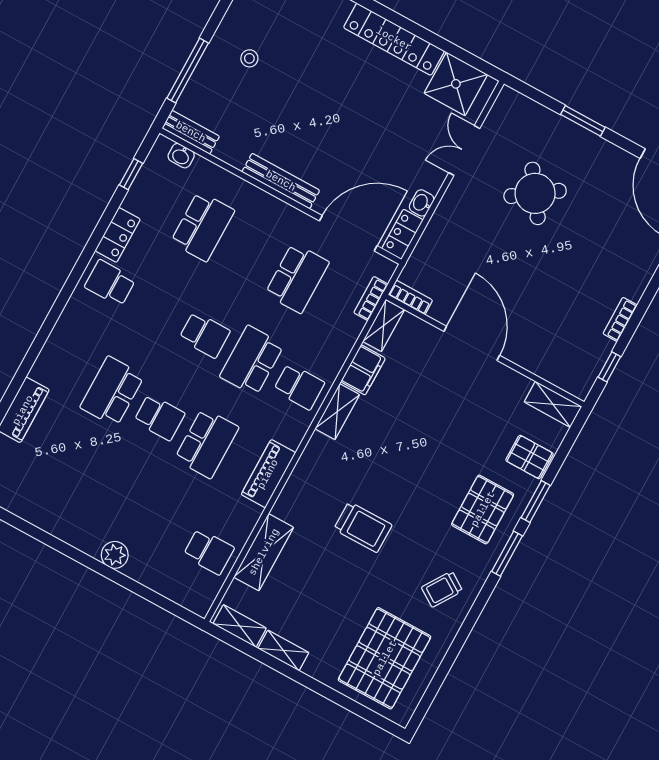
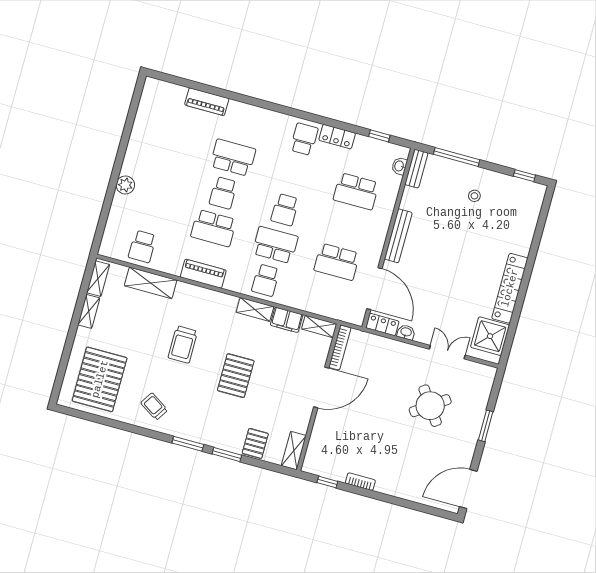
bookcase: (410, 297) -> (340, 347), width x1.56
bookcase: (371, 298) -> (335, 314), removed
pallet: (483, 509) -> (236, 376), moved, turned 90
pallet: (385, 658) -> (100, 379), turned 90

